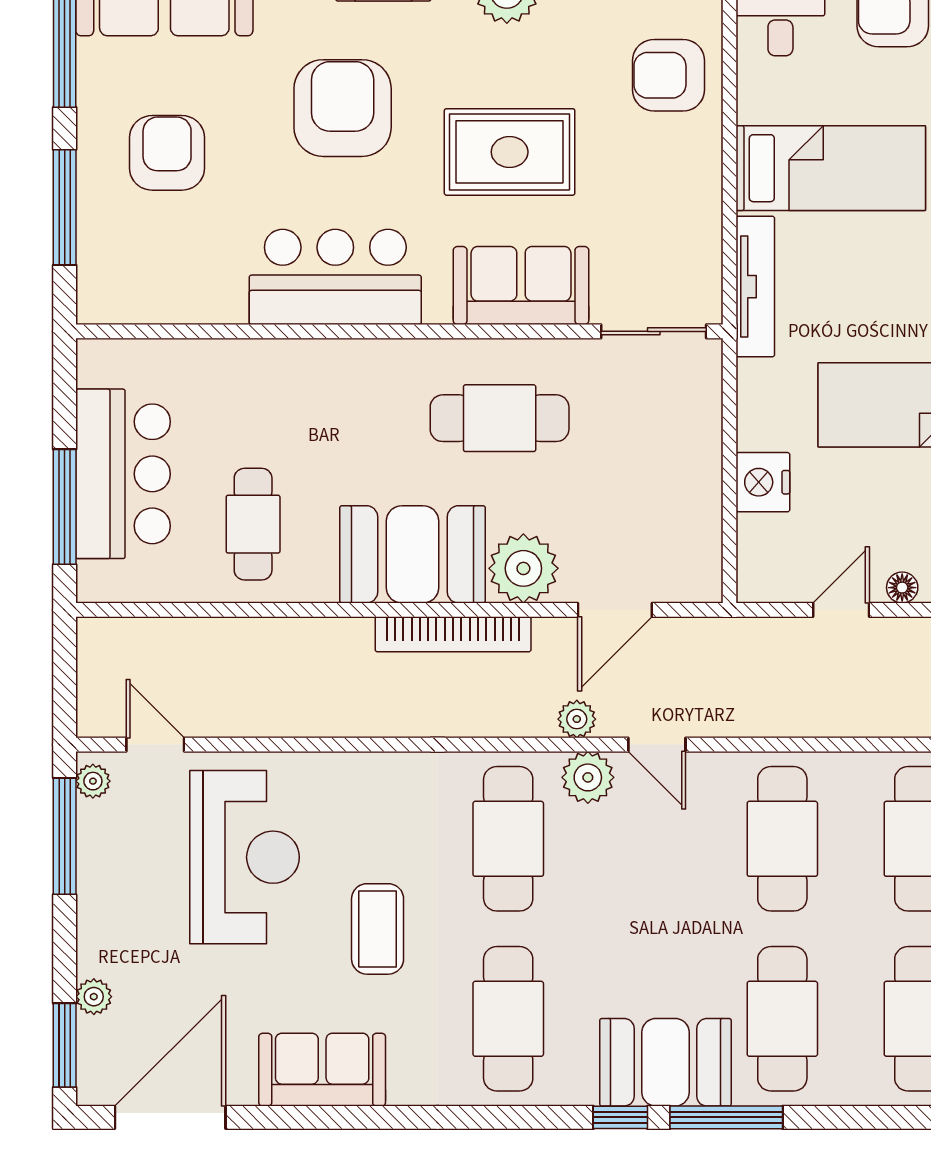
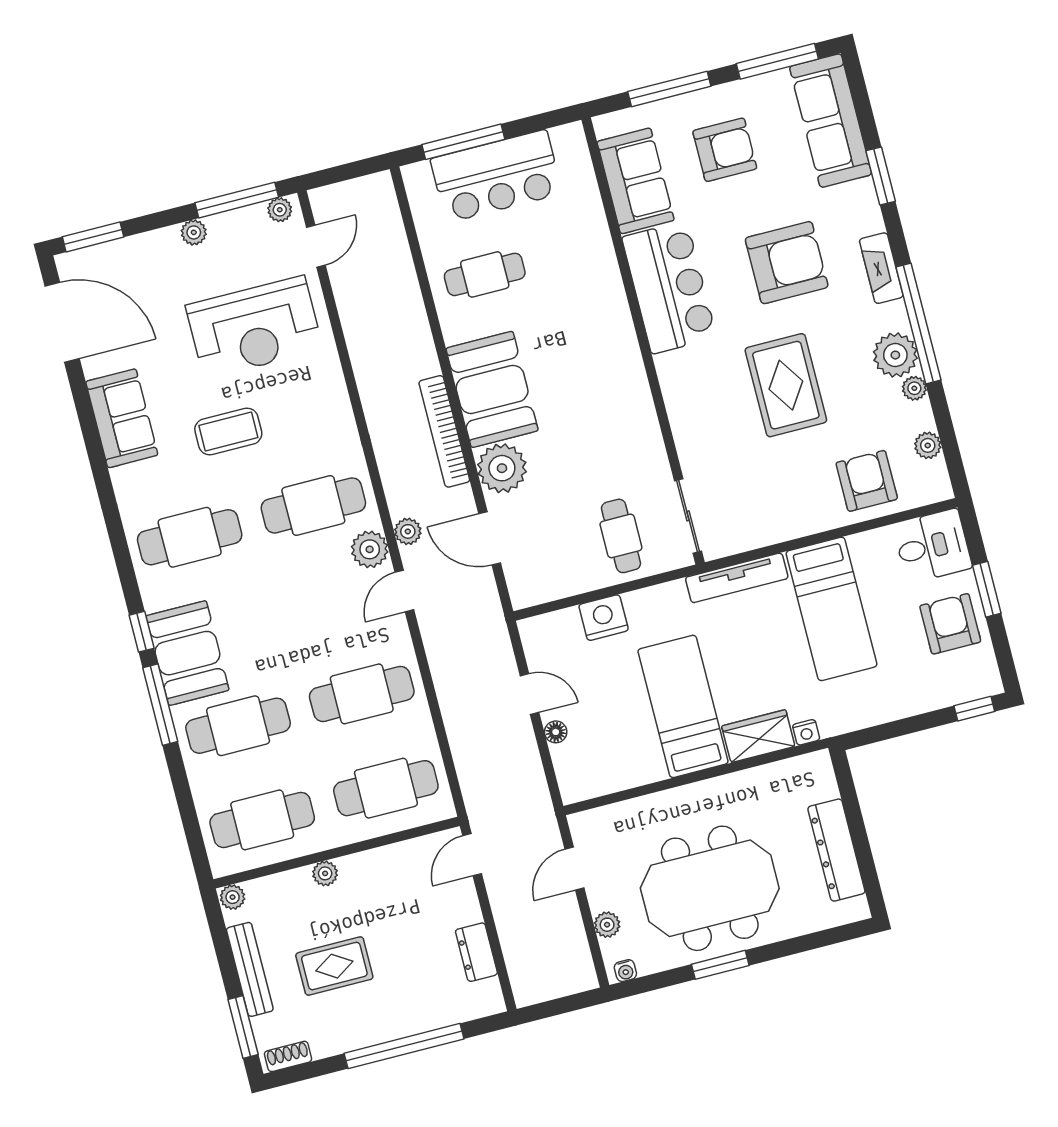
sofa: (521, 285) -> (636, 181), moved
cafe table: (500, 418) -> (621, 536), moved, width x0.73, depth x0.74
plant: (94, 997) -> (194, 232), moved

